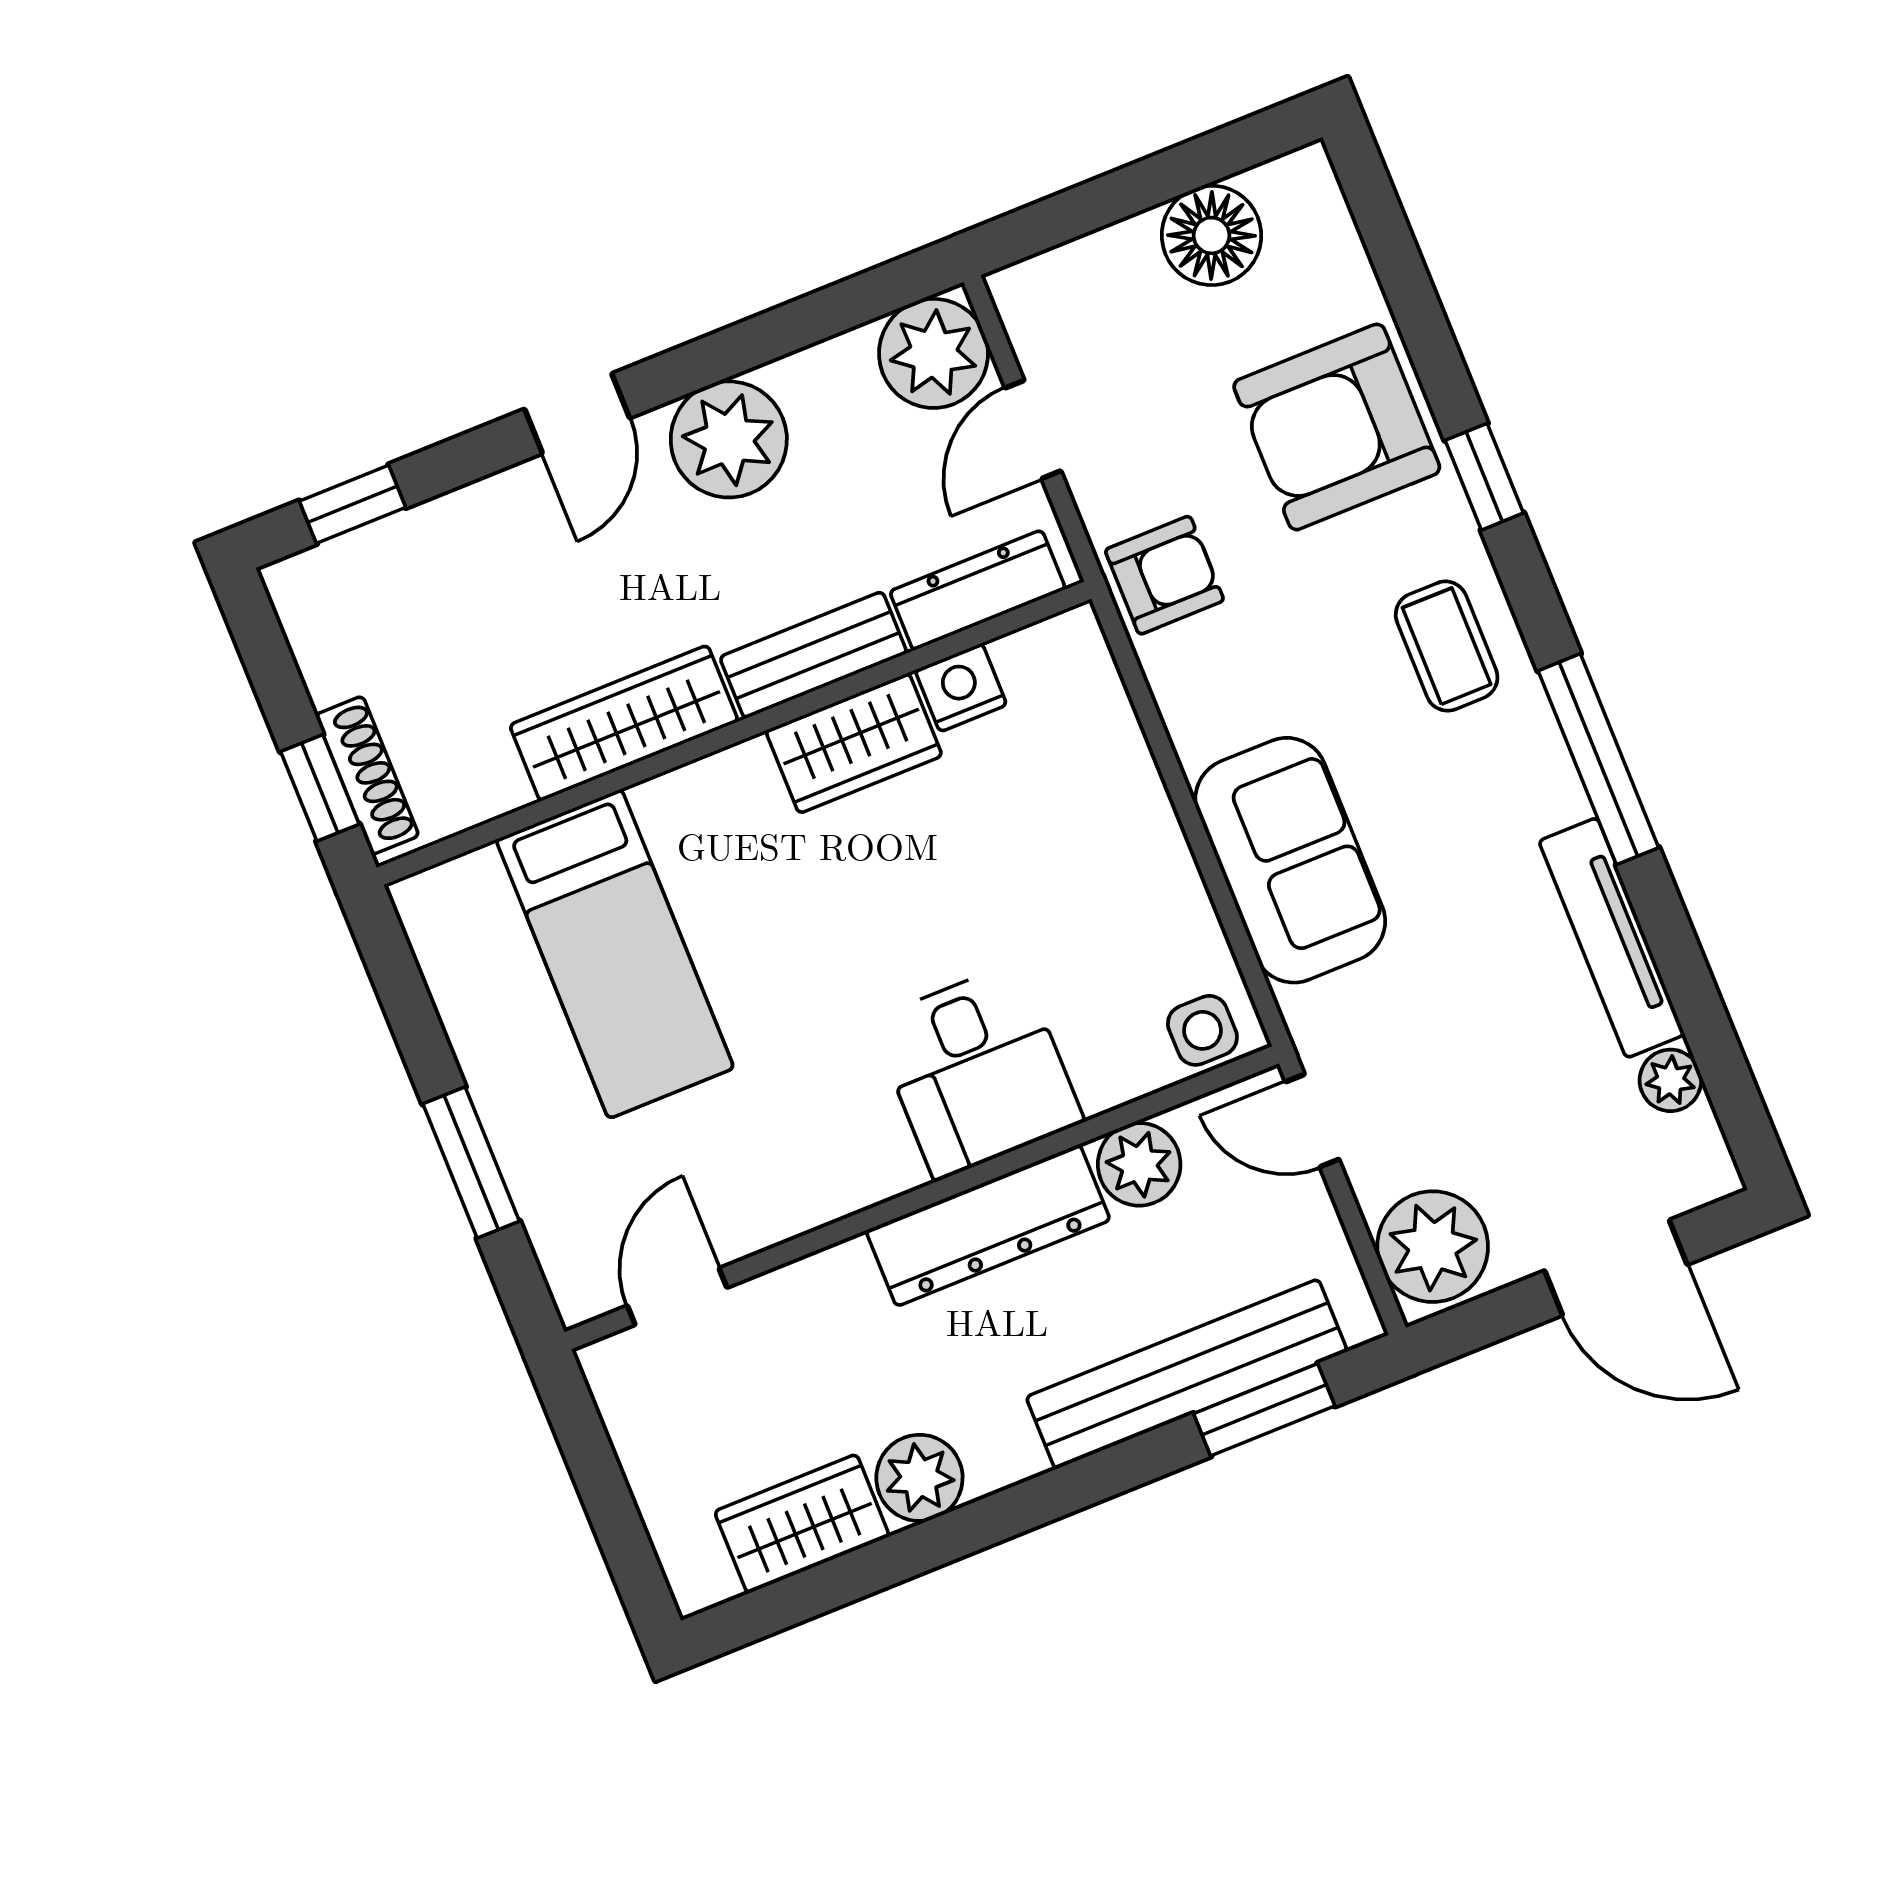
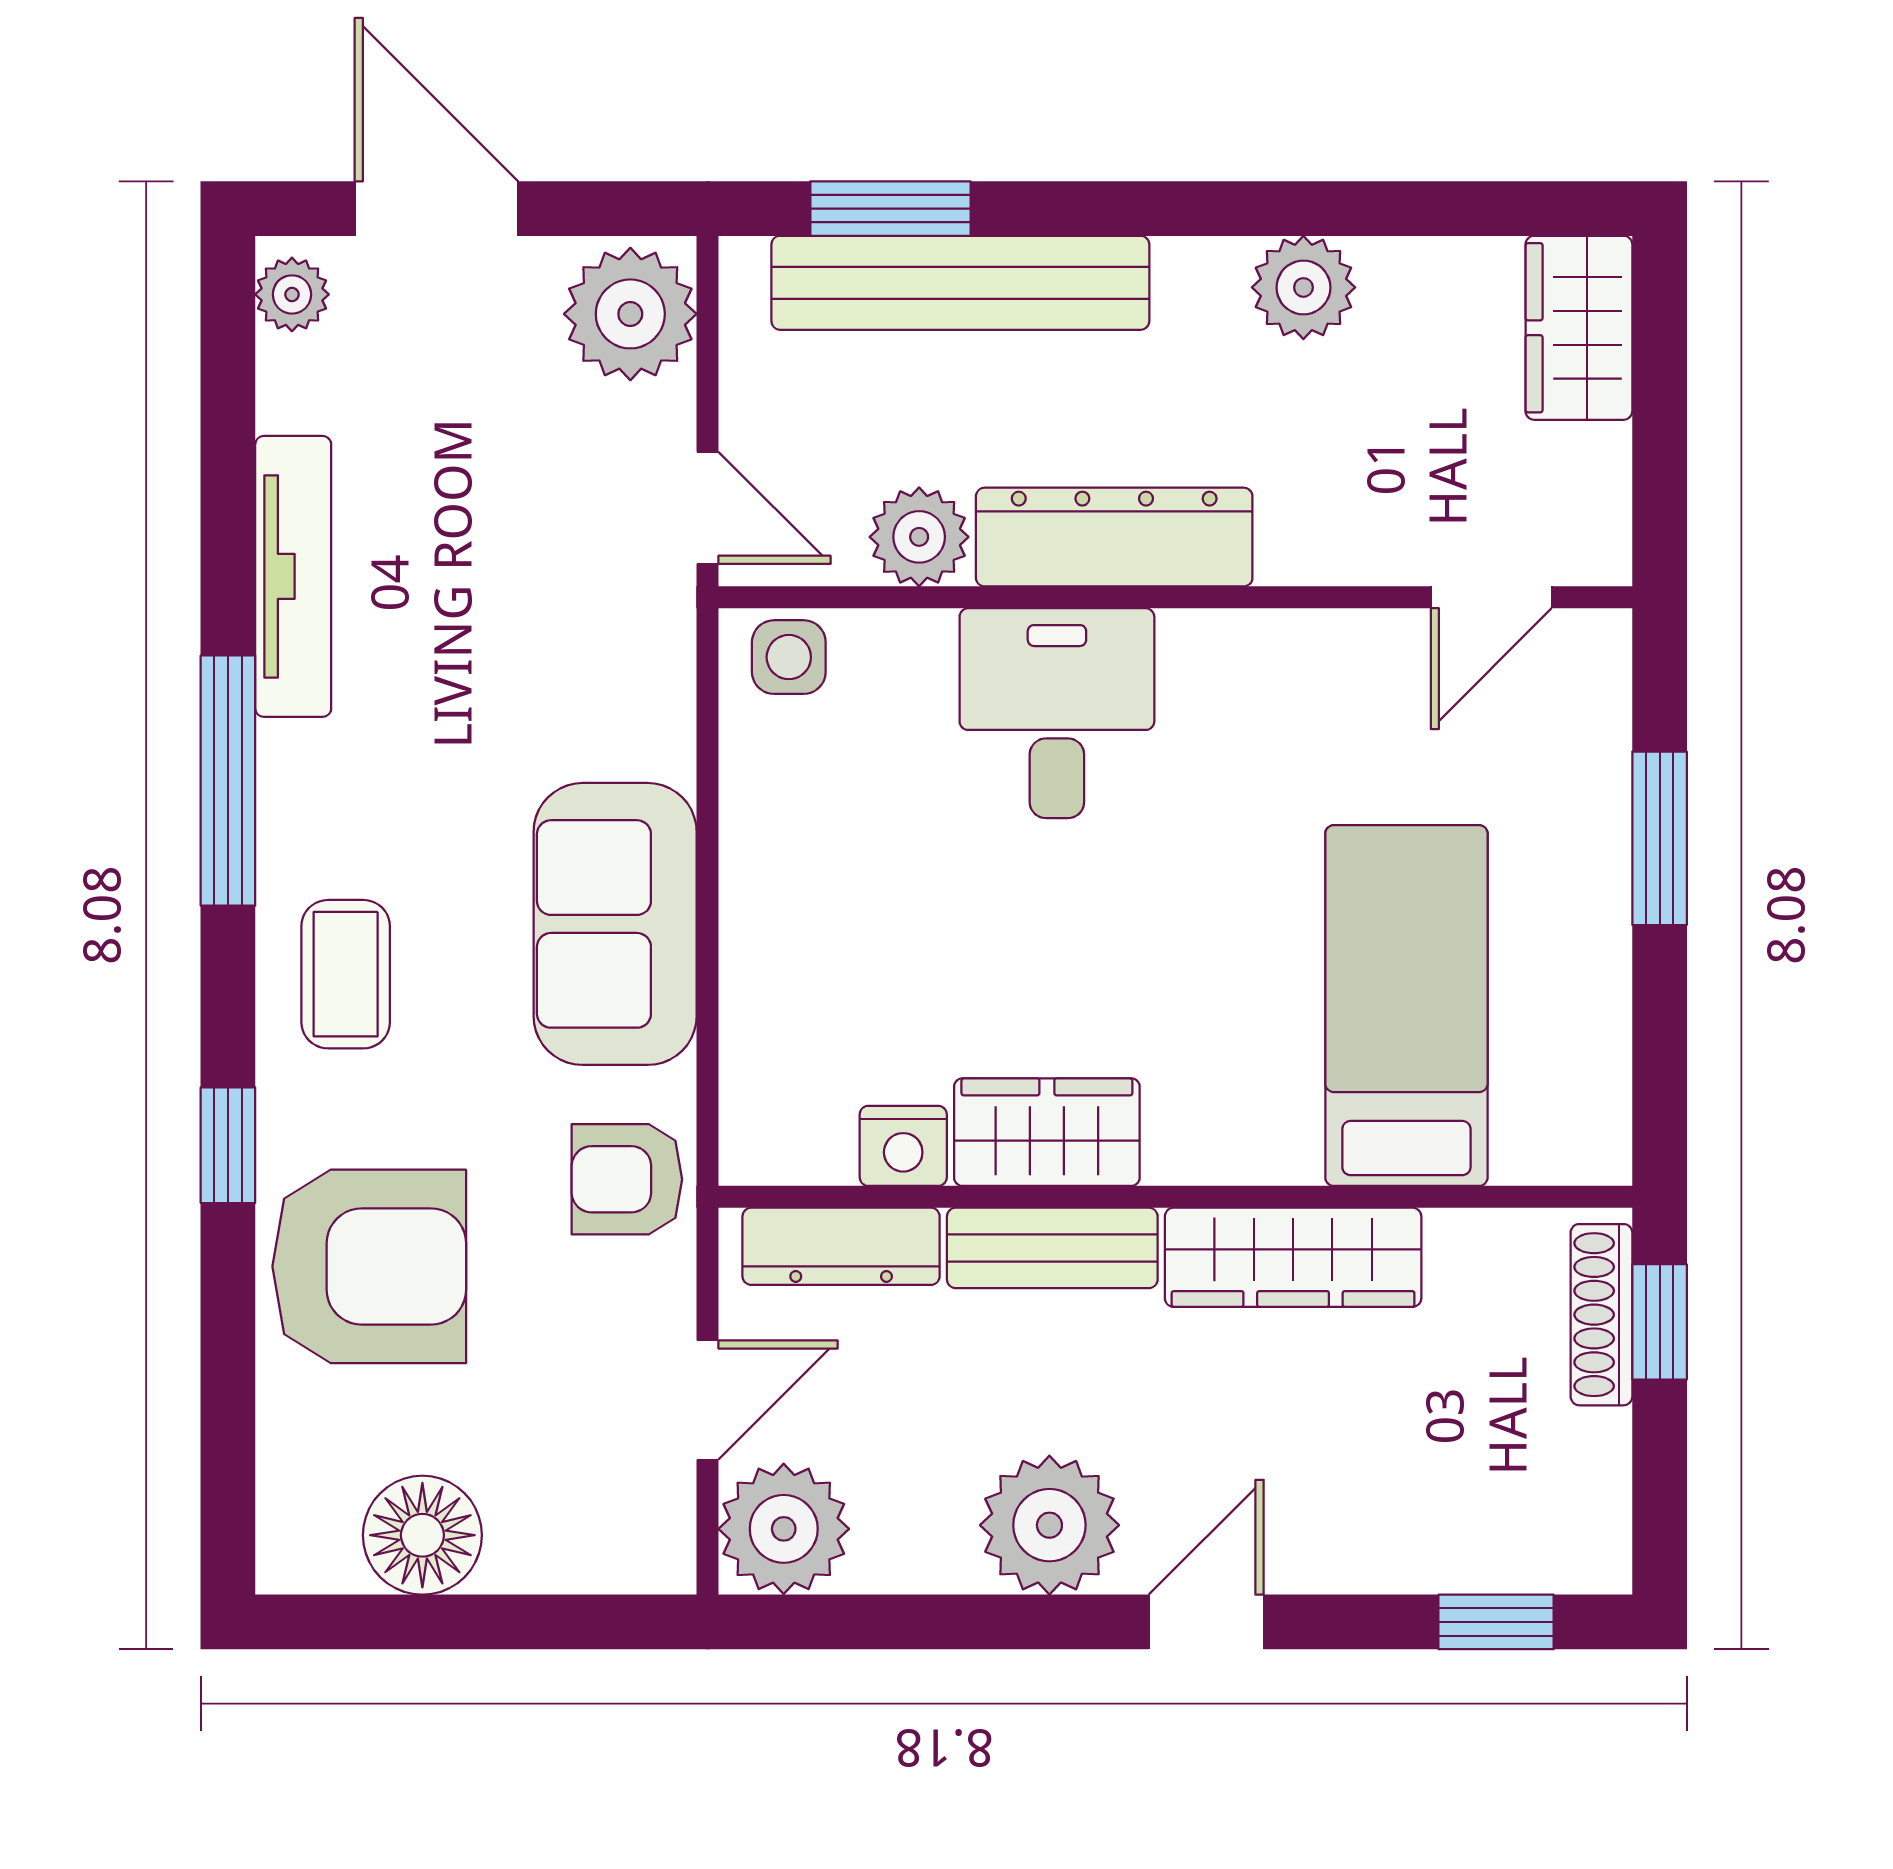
sofa: (1290, 860) -> (615, 924), moved
plant: (1670, 1080) -> (292, 294), moved
wardrobe: (802, 1524) -> (1579, 328), moved, turned 90

